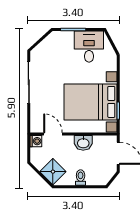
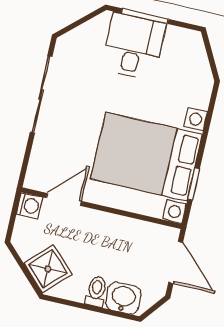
desk: (89, 47) -> (133, 46), moved
door: (53, 134) -> (64, 199), hinge flipped
washbasin: (83, 143) -> (123, 298), moved, turned 180

